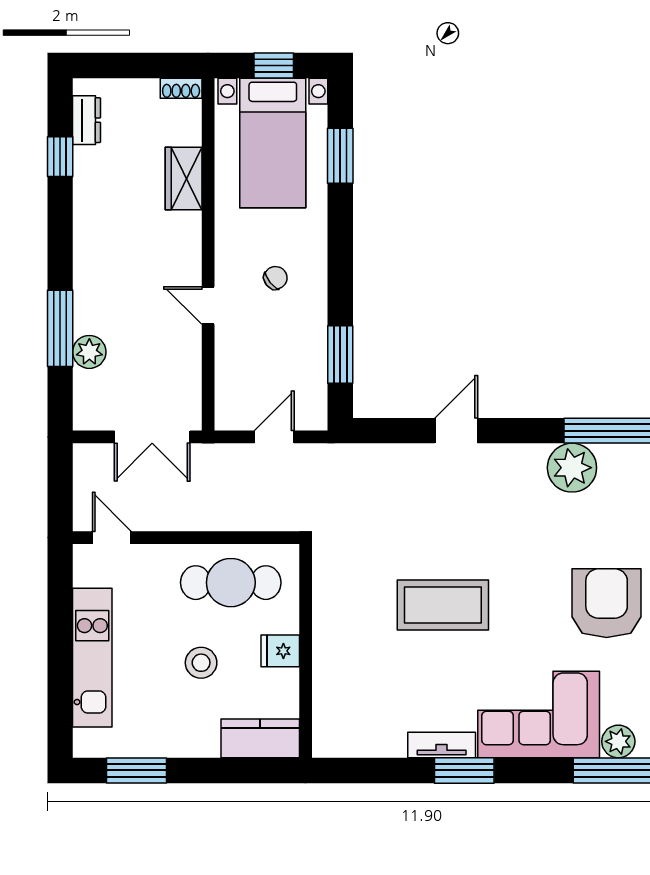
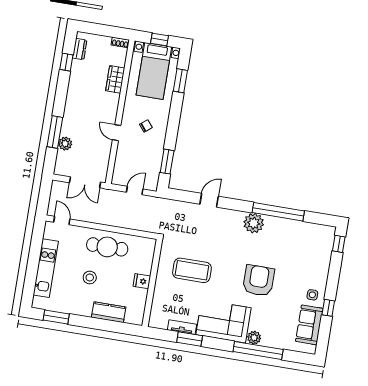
fridge: (280, 651) -> (142, 281), moved
wall: (306, 651) -> (152, 283), moved

